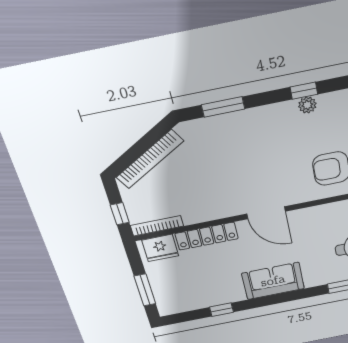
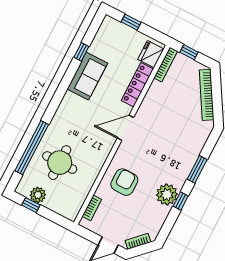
plant: (307, 105) -> (167, 195), width x1.88, depth x1.88
window: (223, 107) -> (197, 169), moved
sofa: (273, 281) -> (87, 76), moved
window: (145, 290) -> (131, 22), width x0.67

